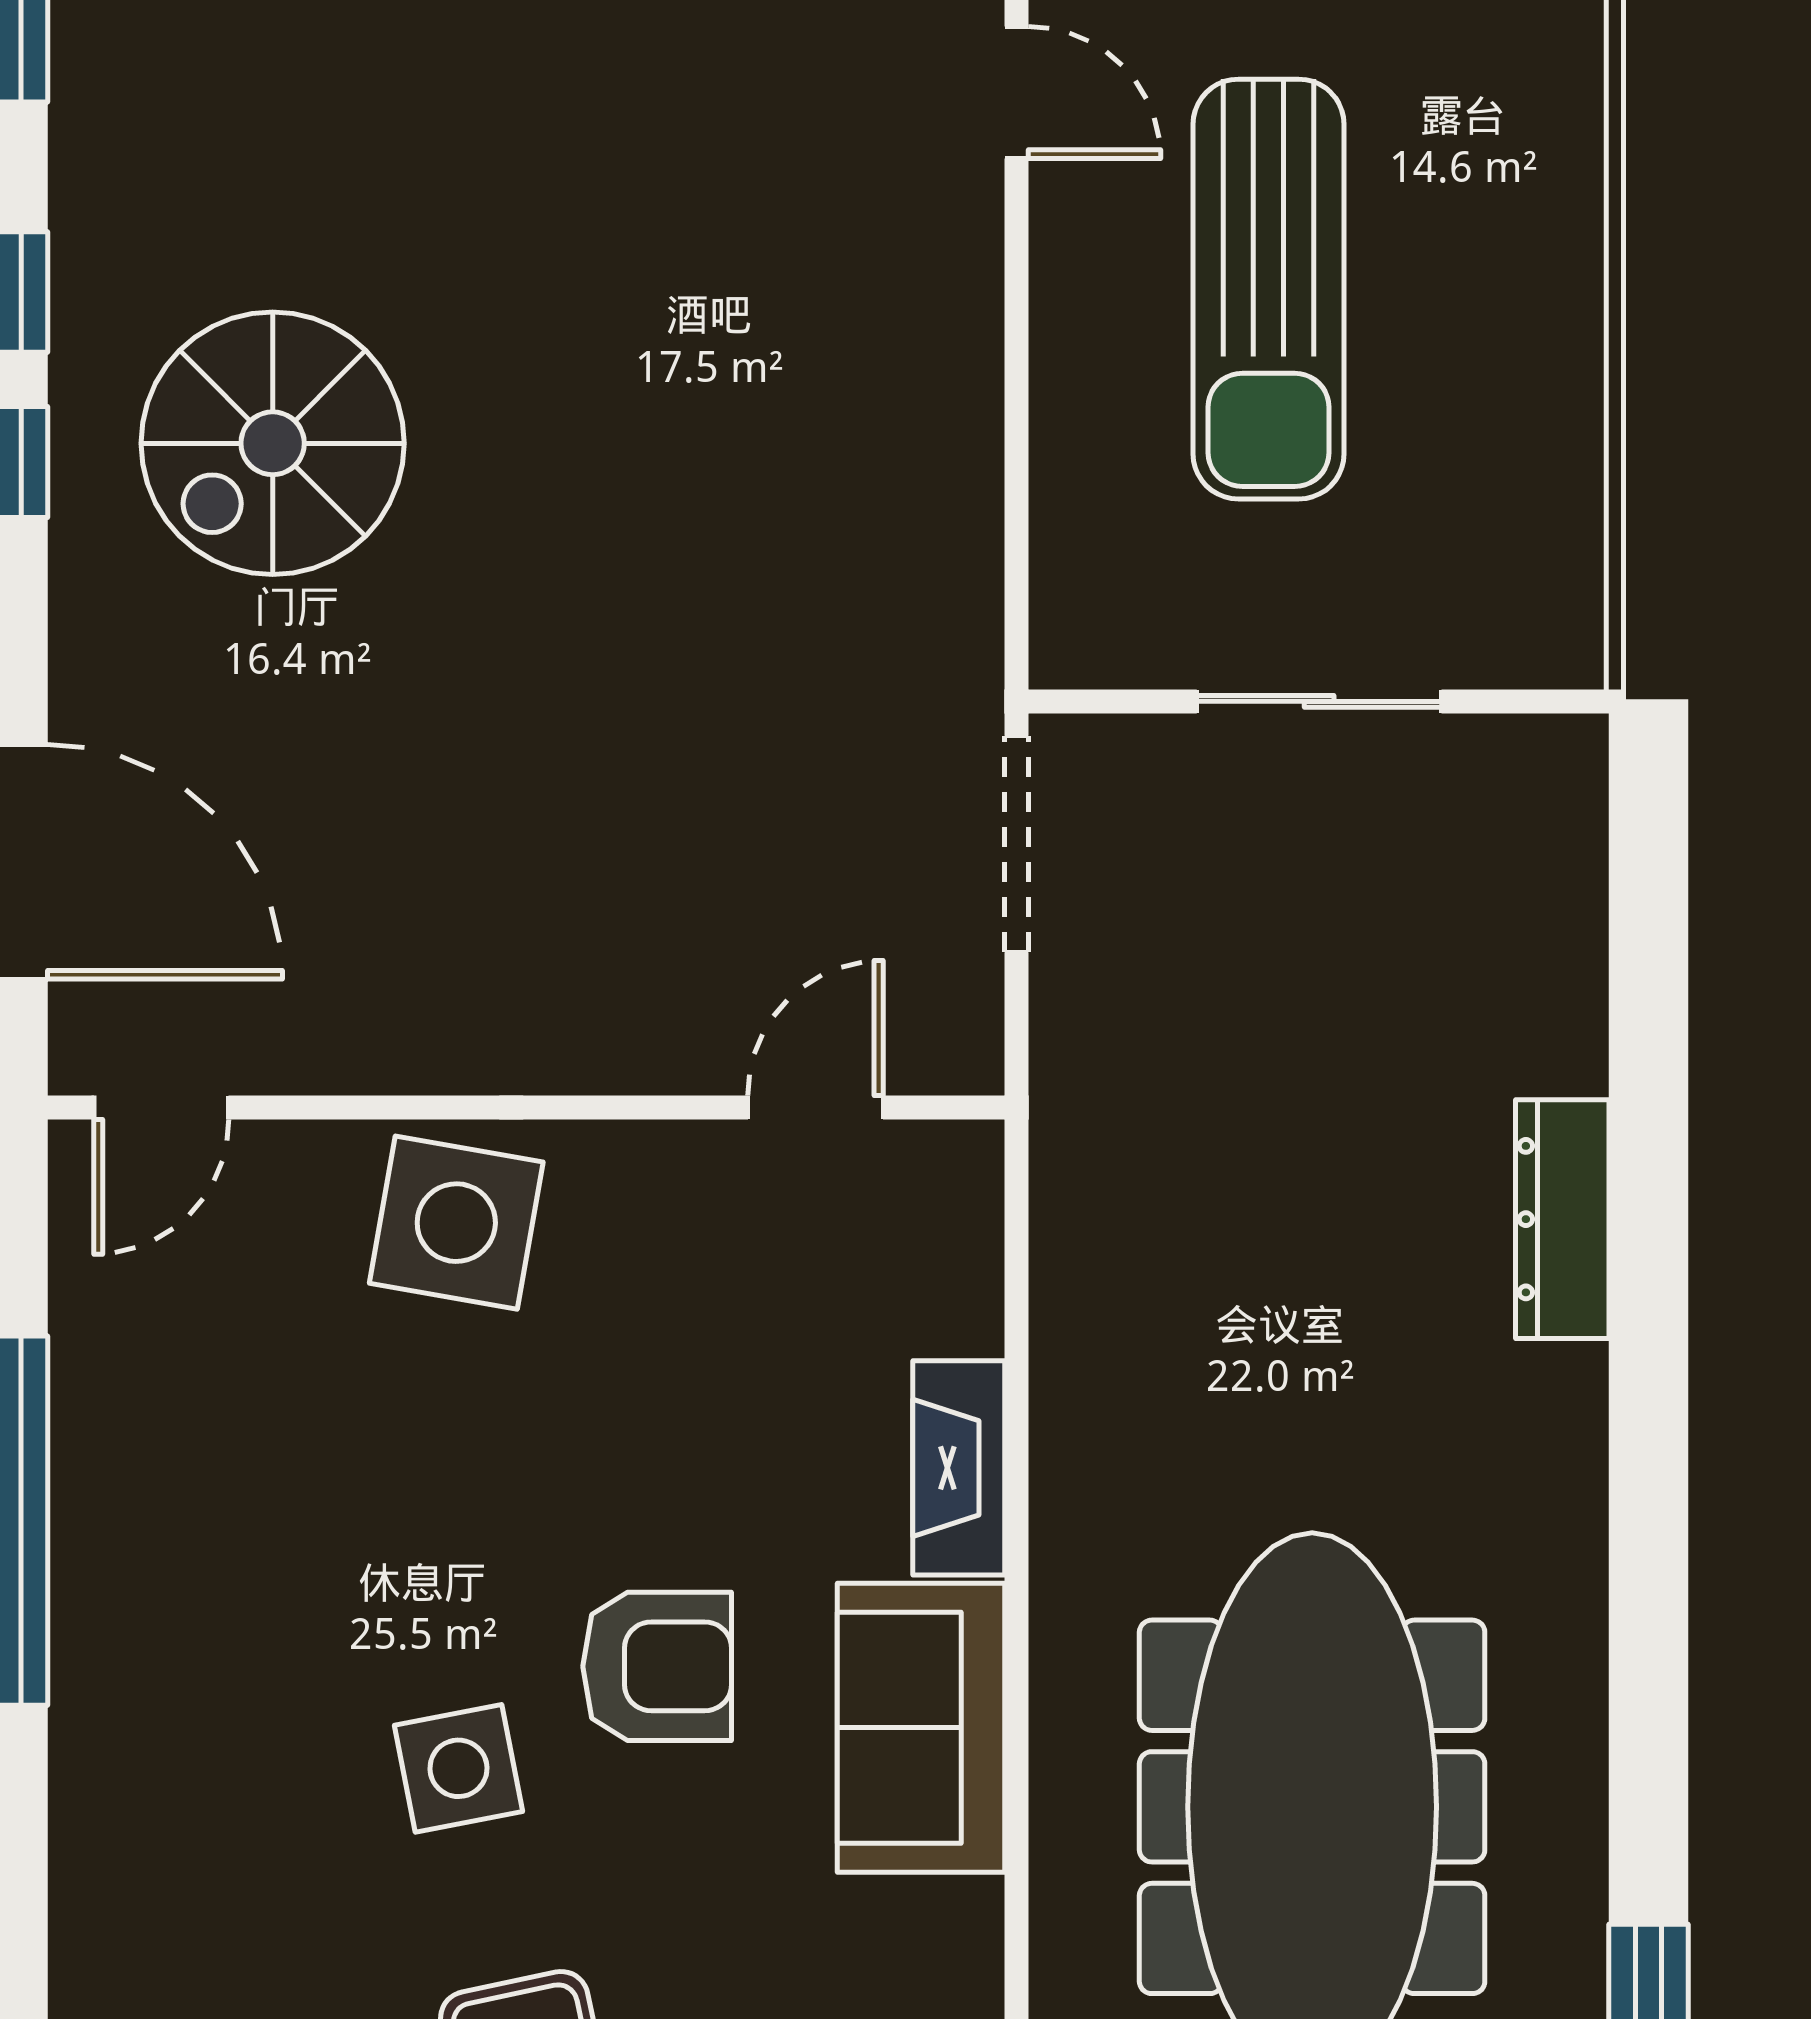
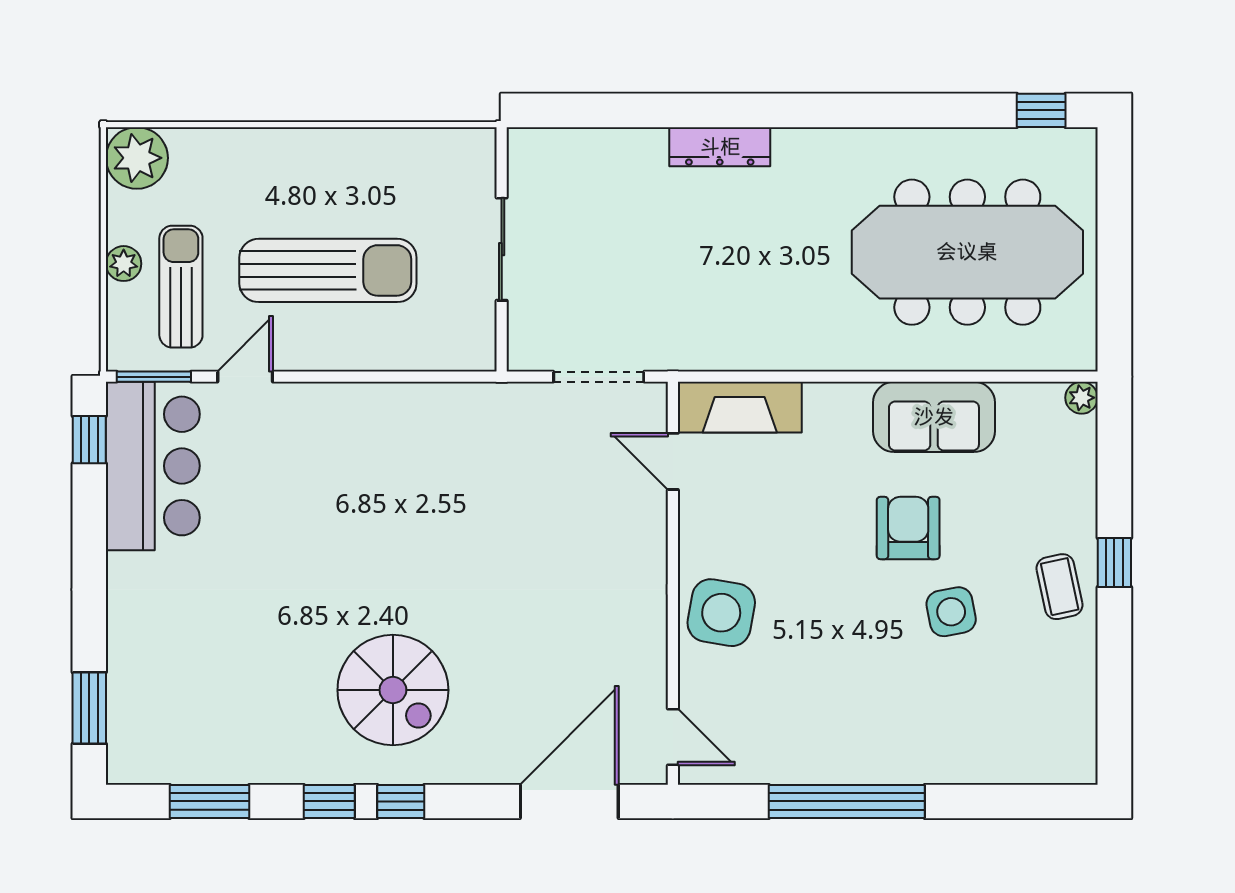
doorway: (1017, 844) -> (599, 377), moved
fireplace: (959, 1468) -> (740, 407), moved, width x1.37, depth x1.32

